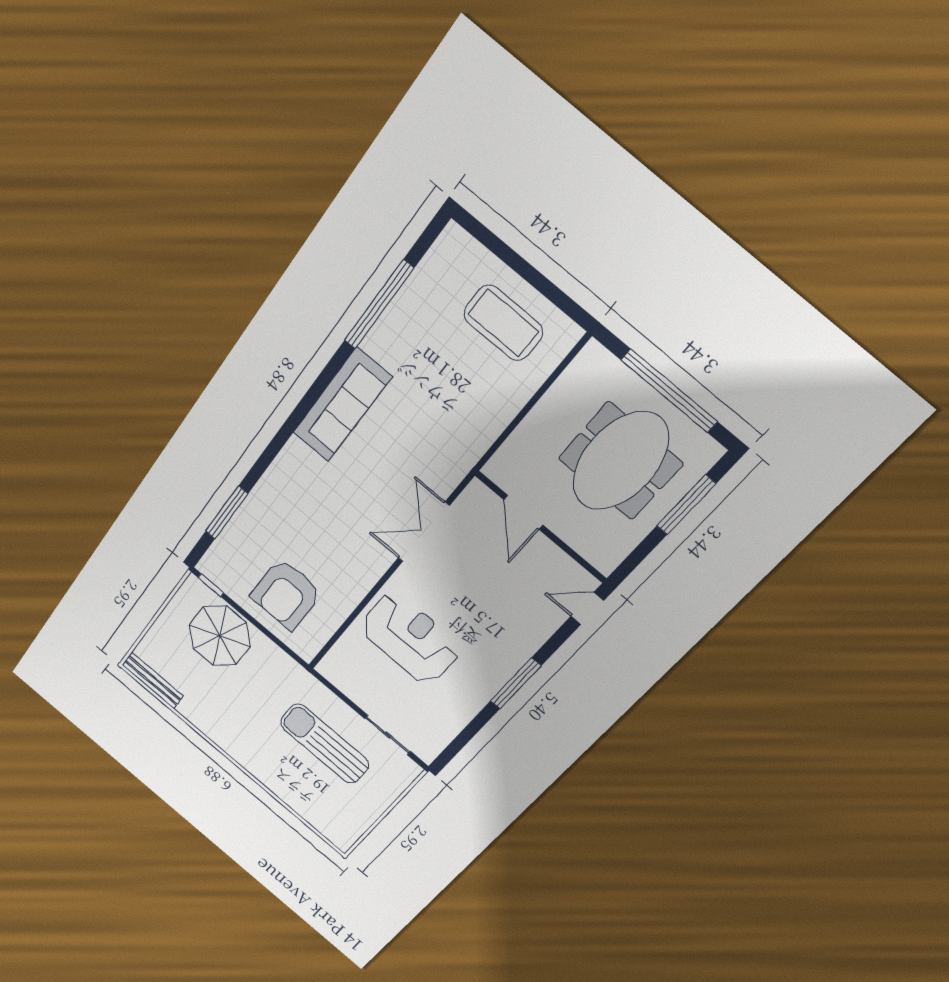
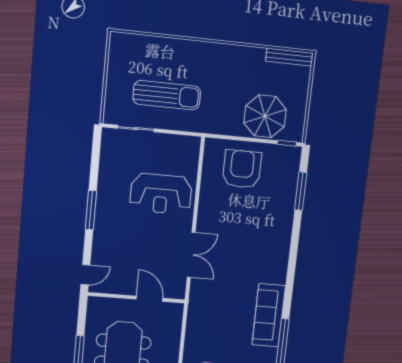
sofa: (342, 405) -> (269, 315), moved

